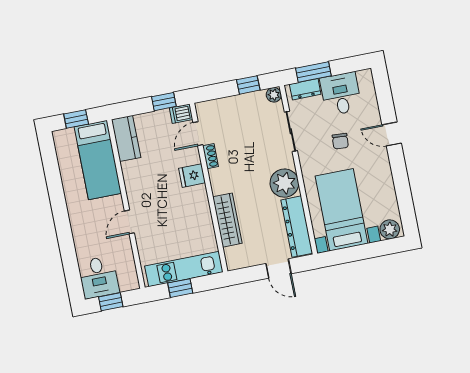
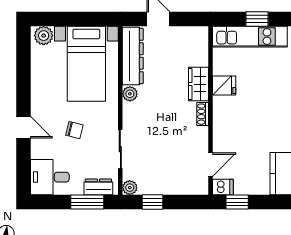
desk: (341, 94) -> (50, 177), moved, turned 90
chair: (340, 141) -> (74, 130), turned 100
shoe rack: (210, 156) -> (203, 114), moved
fridge: (192, 176) -> (224, 85), moved
plant: (284, 183) -> (130, 94), width x0.53, depth x0.53
wardrobe: (227, 220) -> (198, 84), width x0.67

